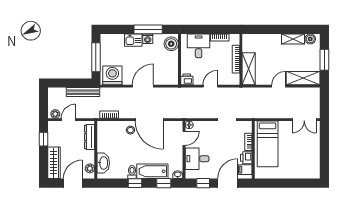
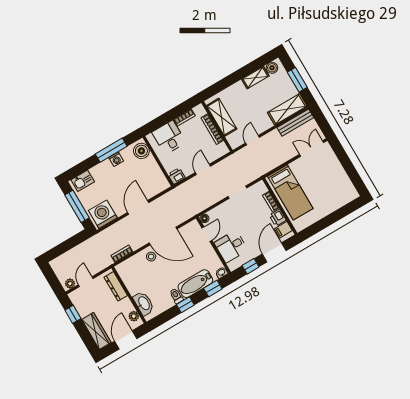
kitchen sink: (133, 40) -> (83, 181), moved
shelving: (249, 69) -> (222, 117), moved
door: (279, 86) -> (252, 140), moved
bench: (83, 92) -> (295, 123), moved
double door: (304, 120) -> (312, 148), swing flipped

